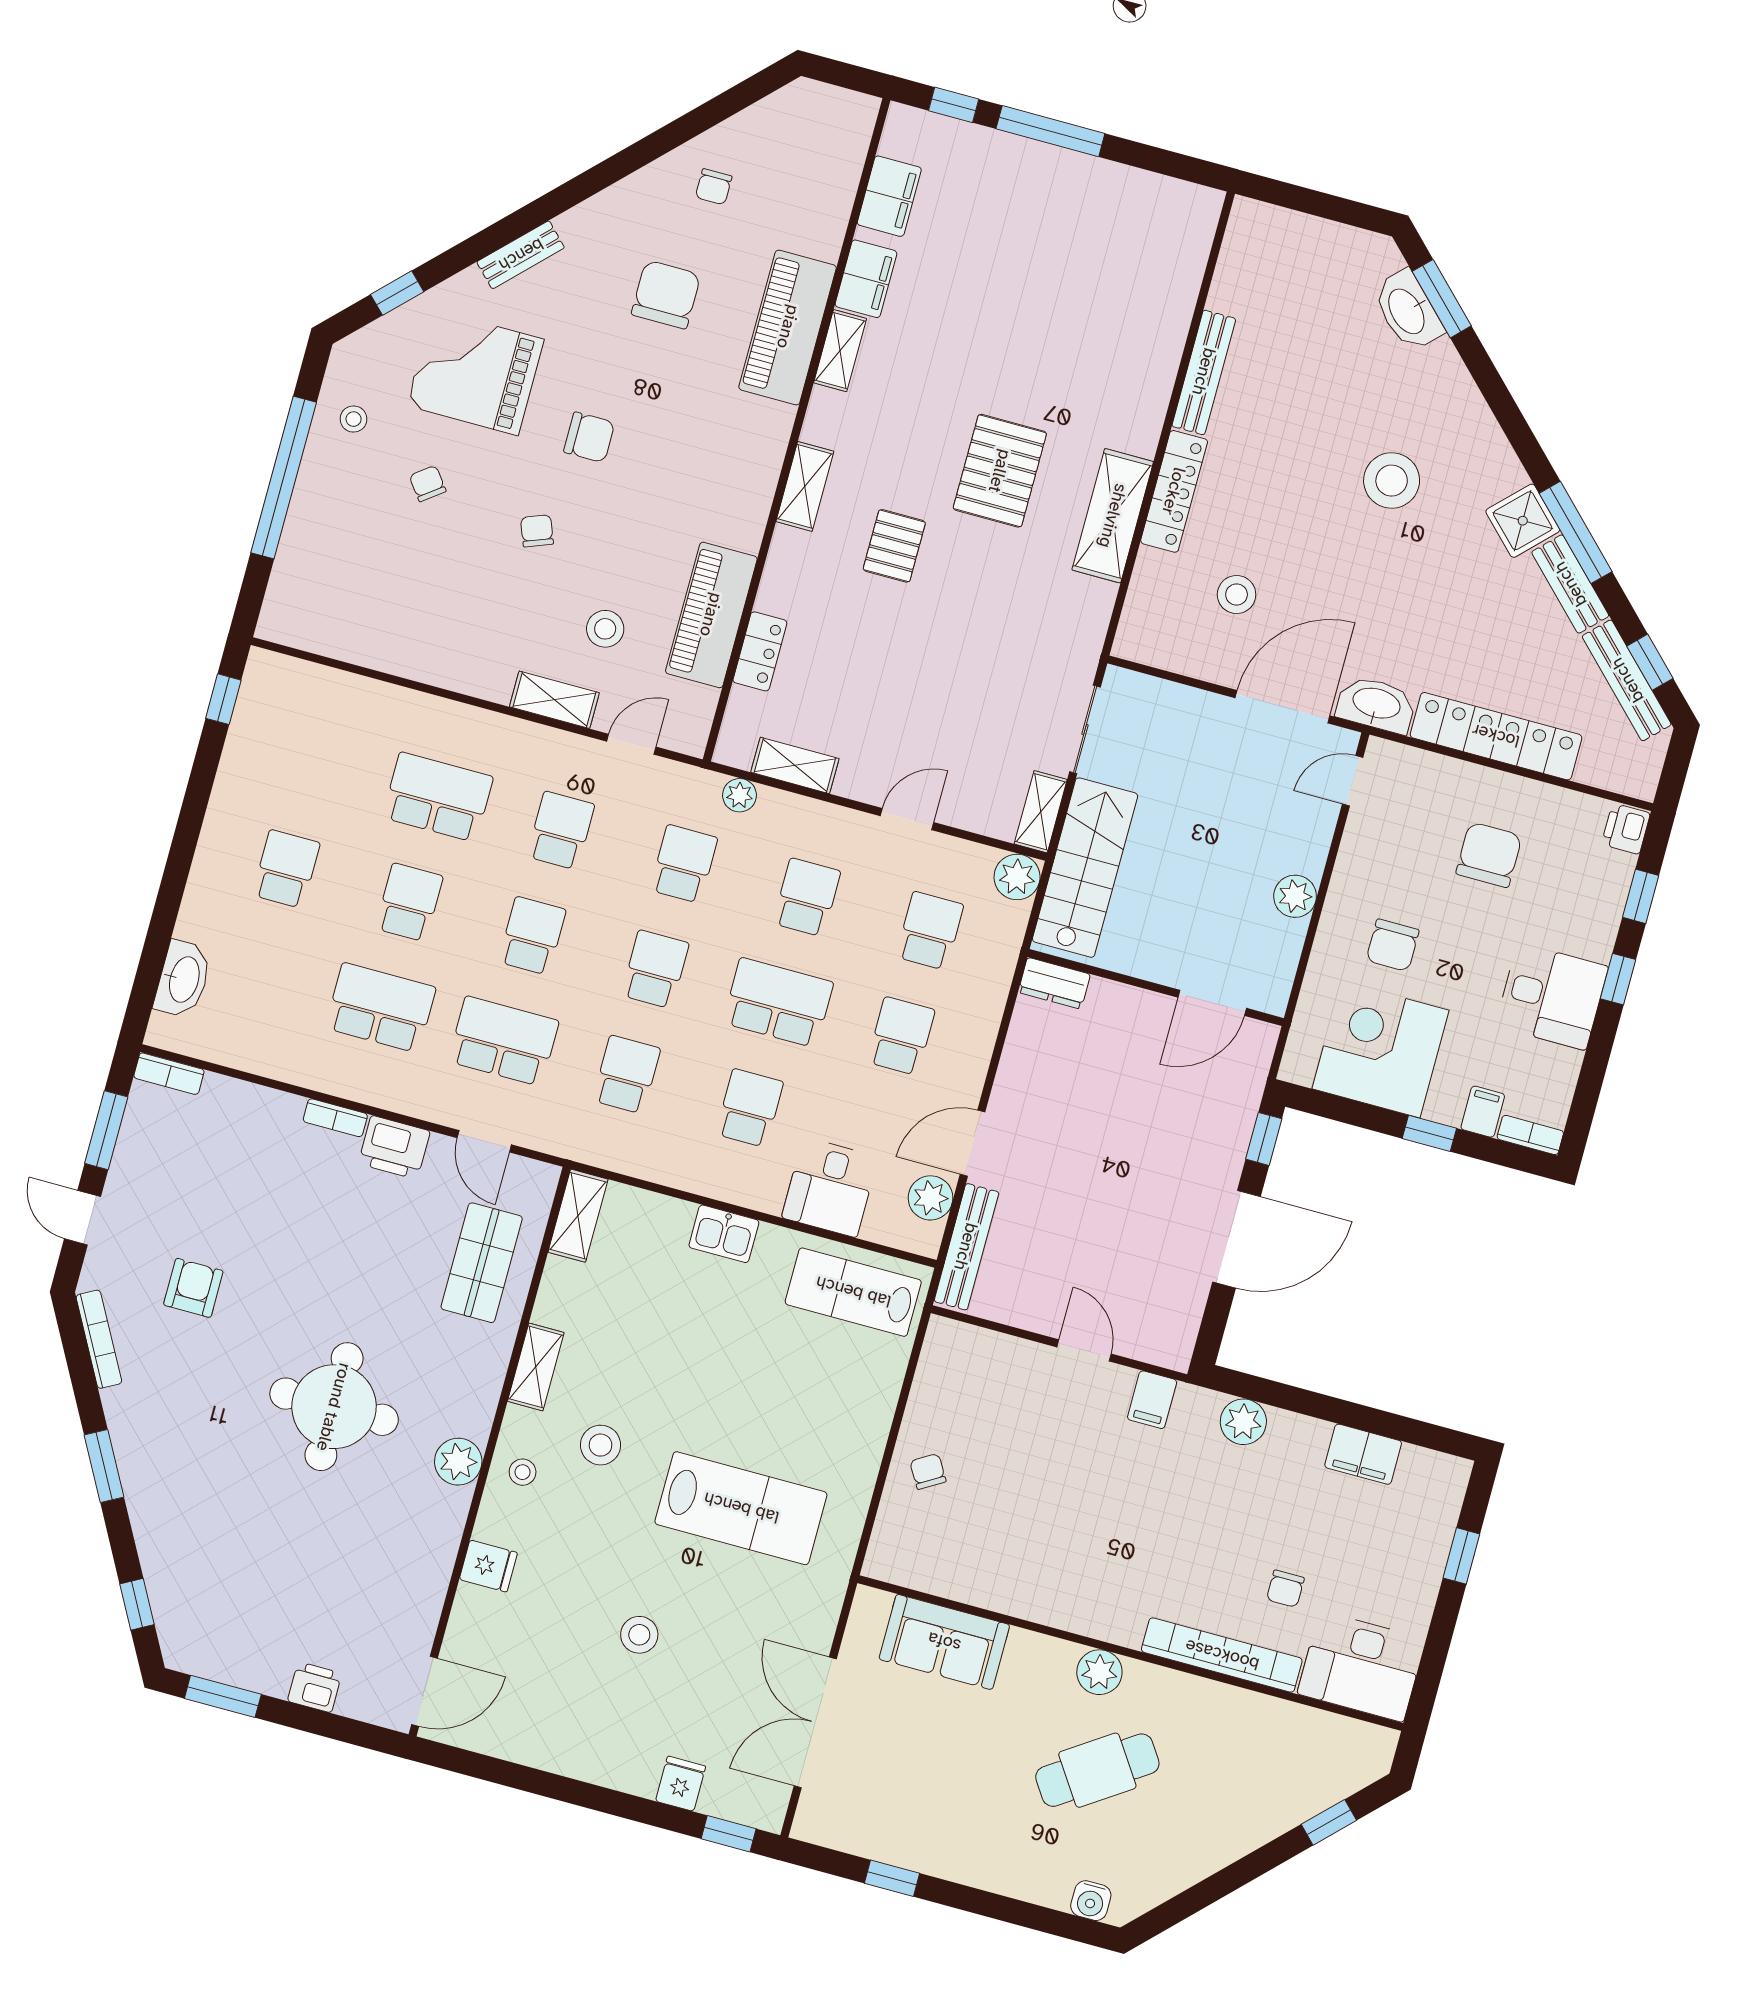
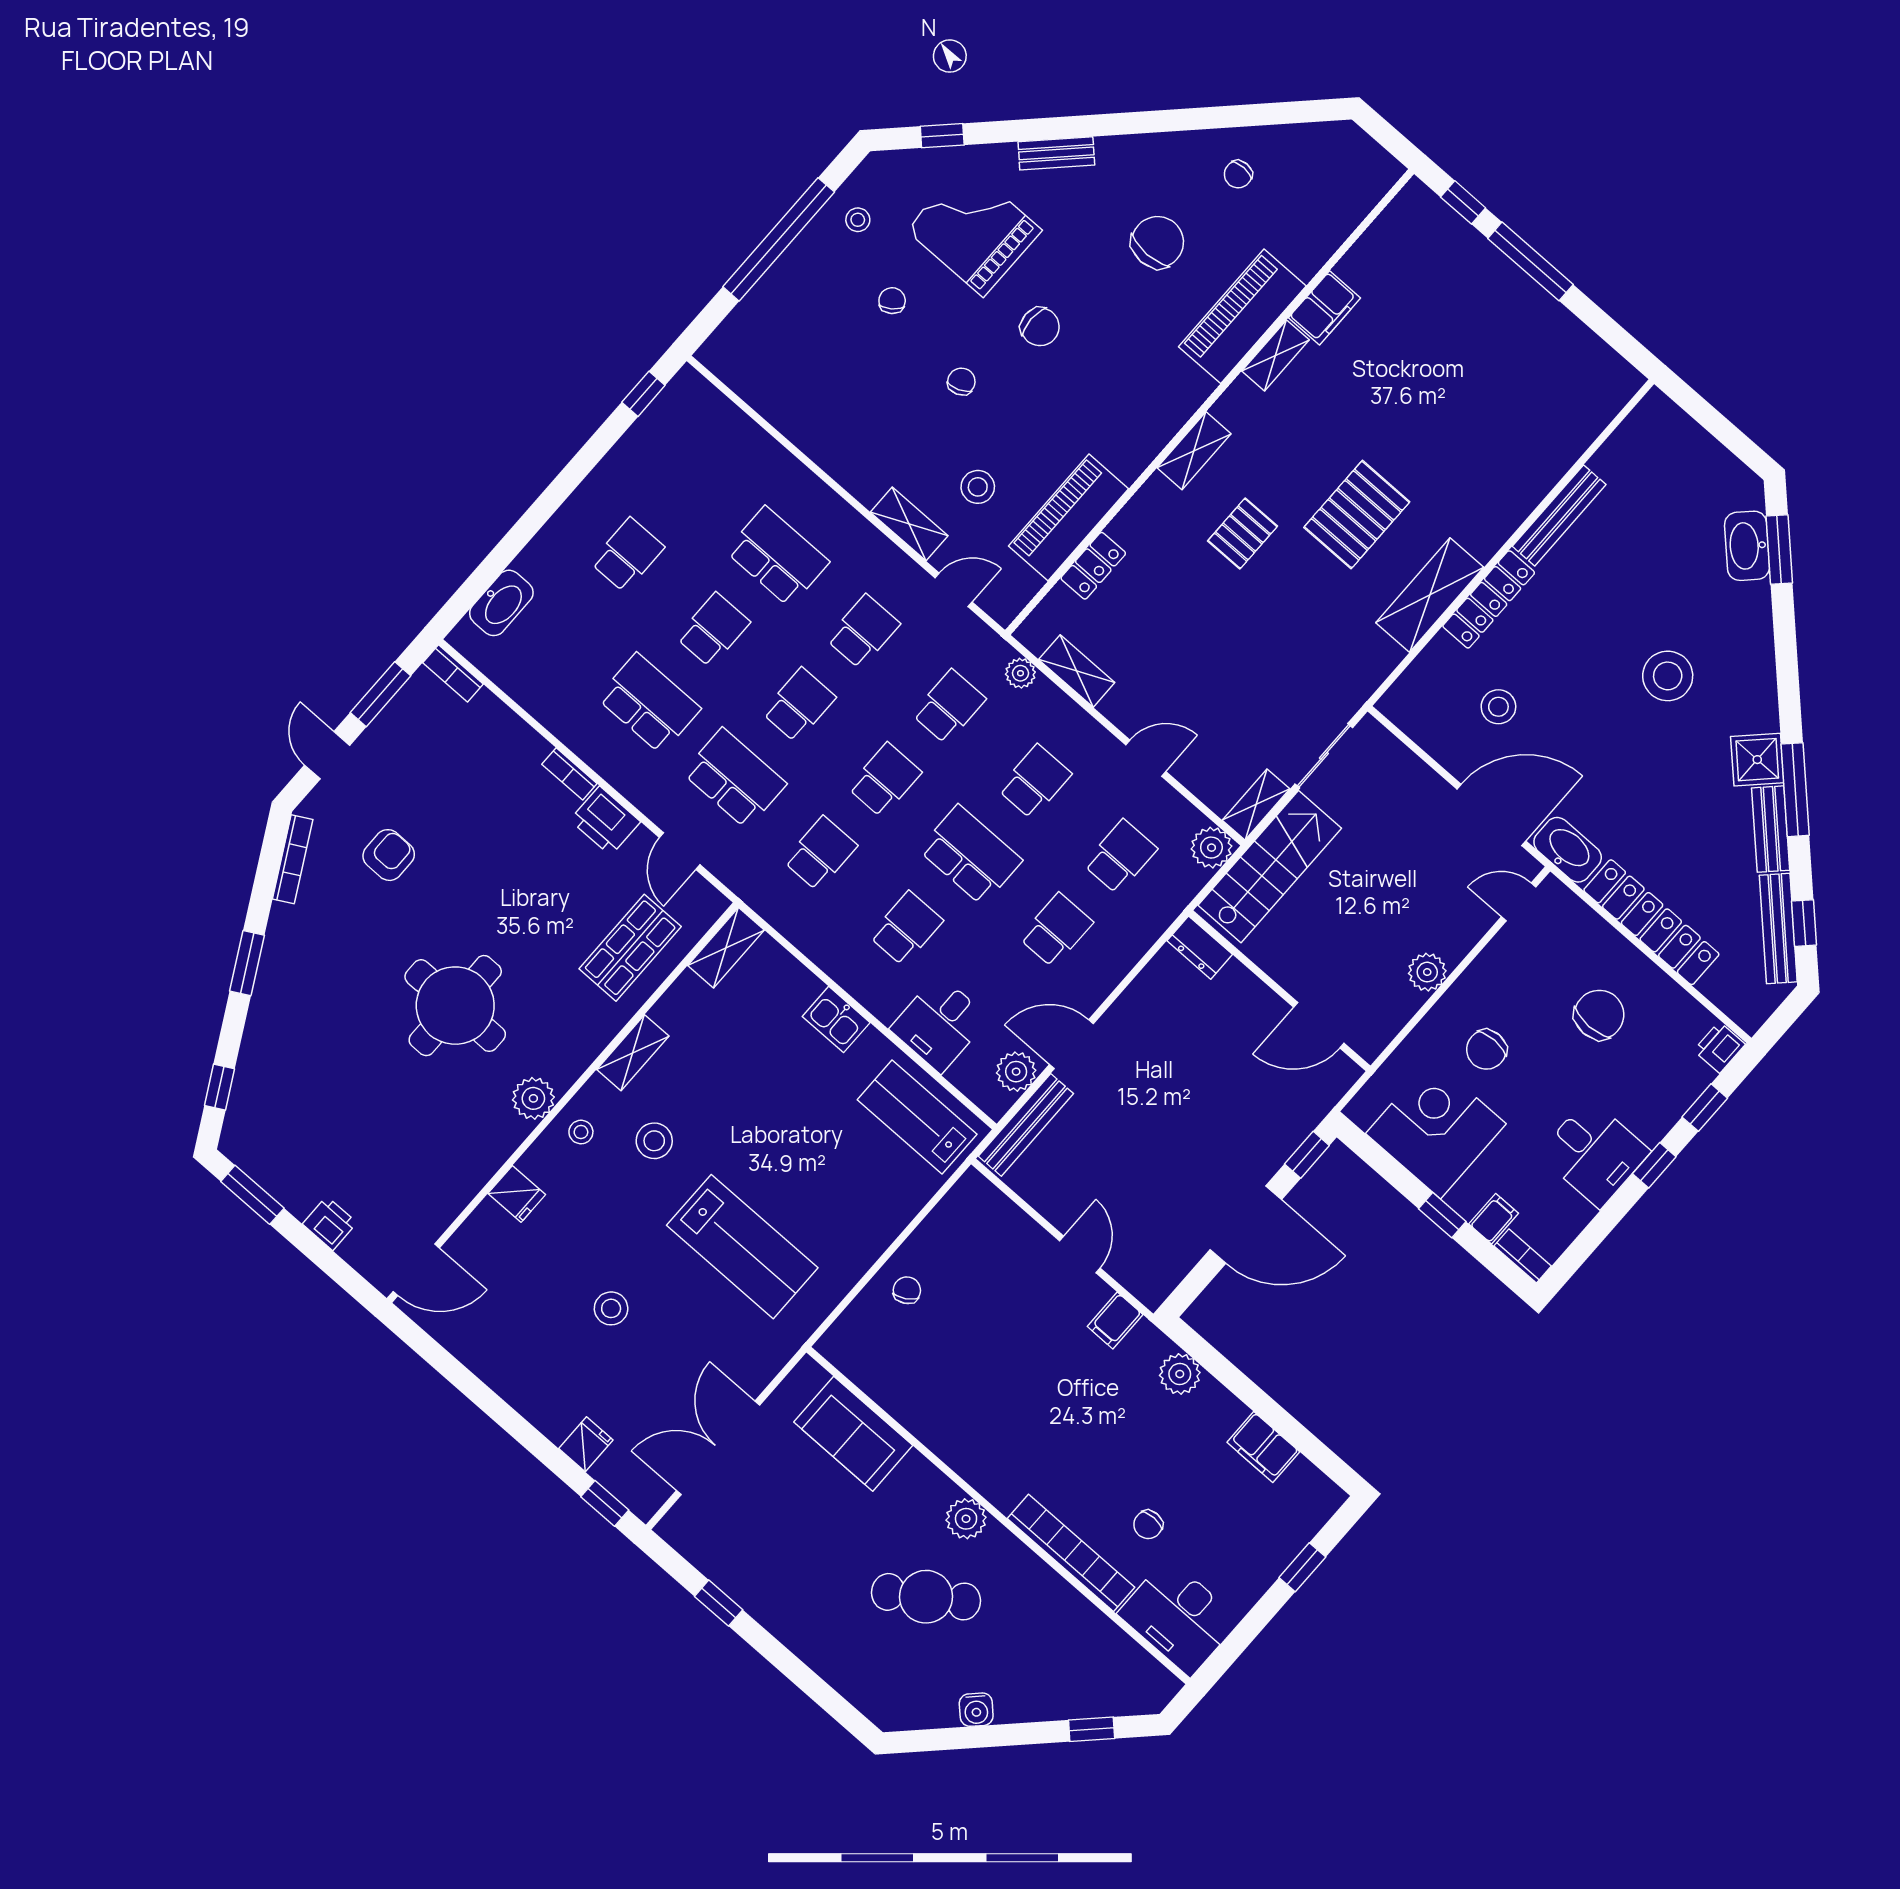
filing cabinet: (889, 196) -> (1376, 251), removed
water cooler: (1091, 1901) -> (976, 1710), moved, turned -45

